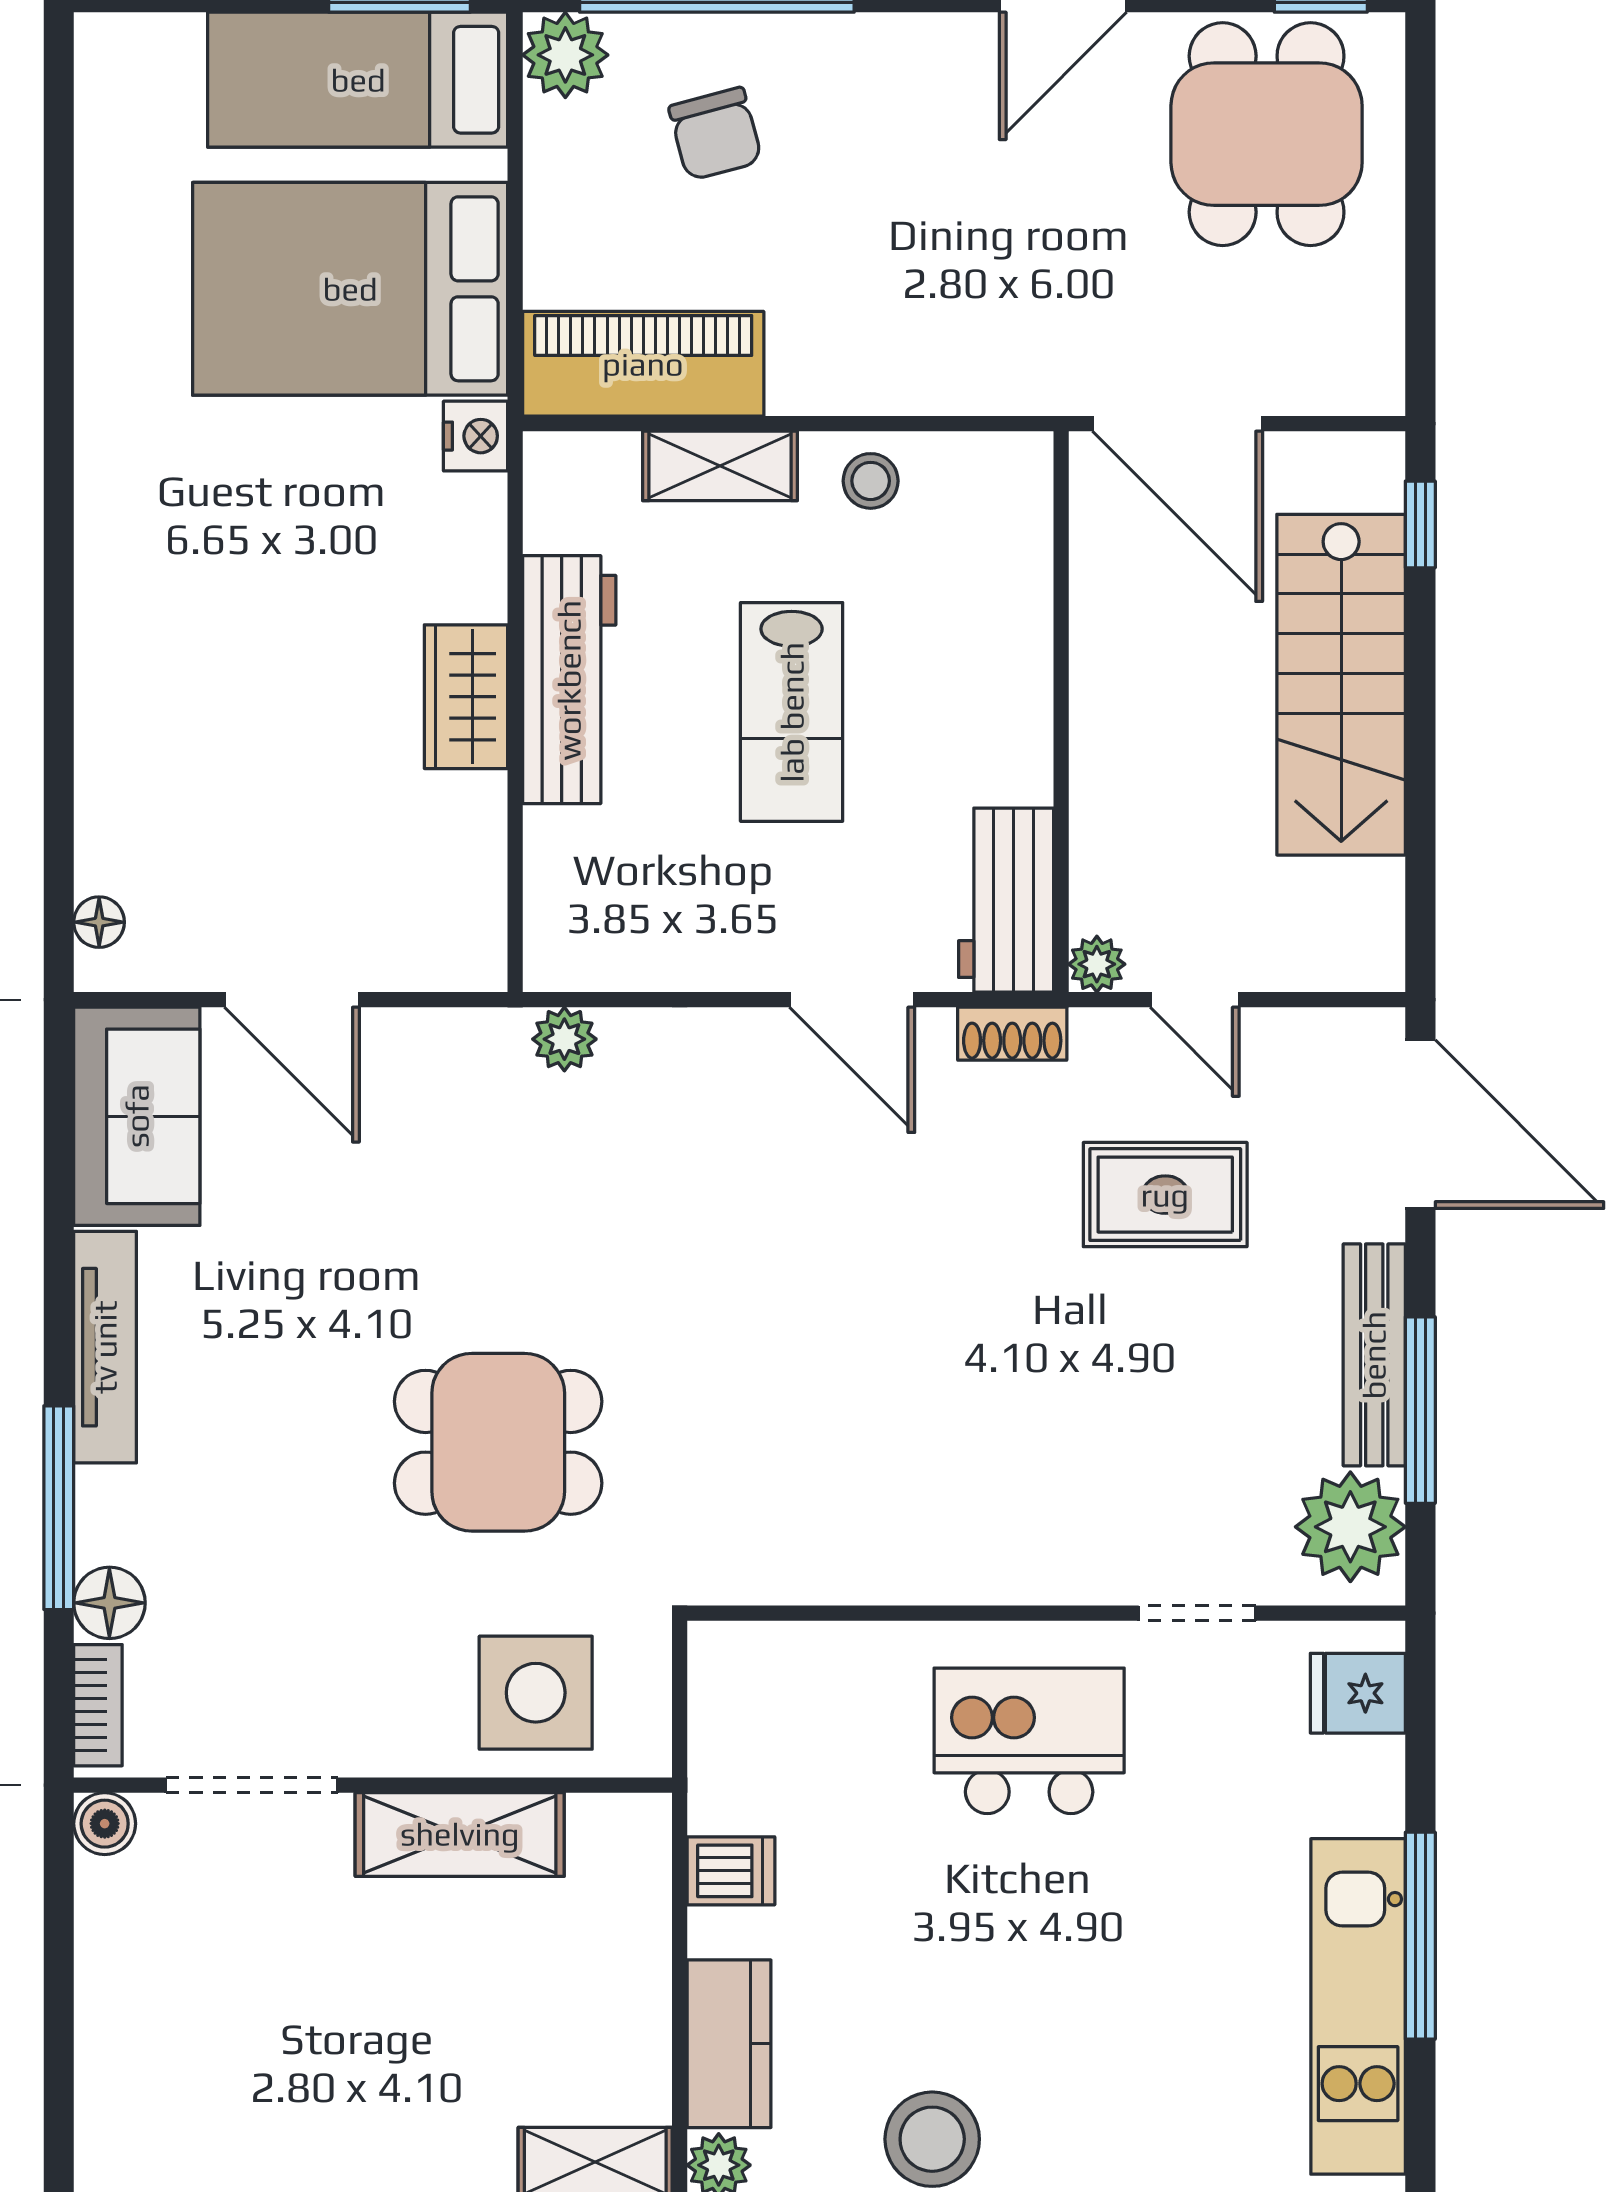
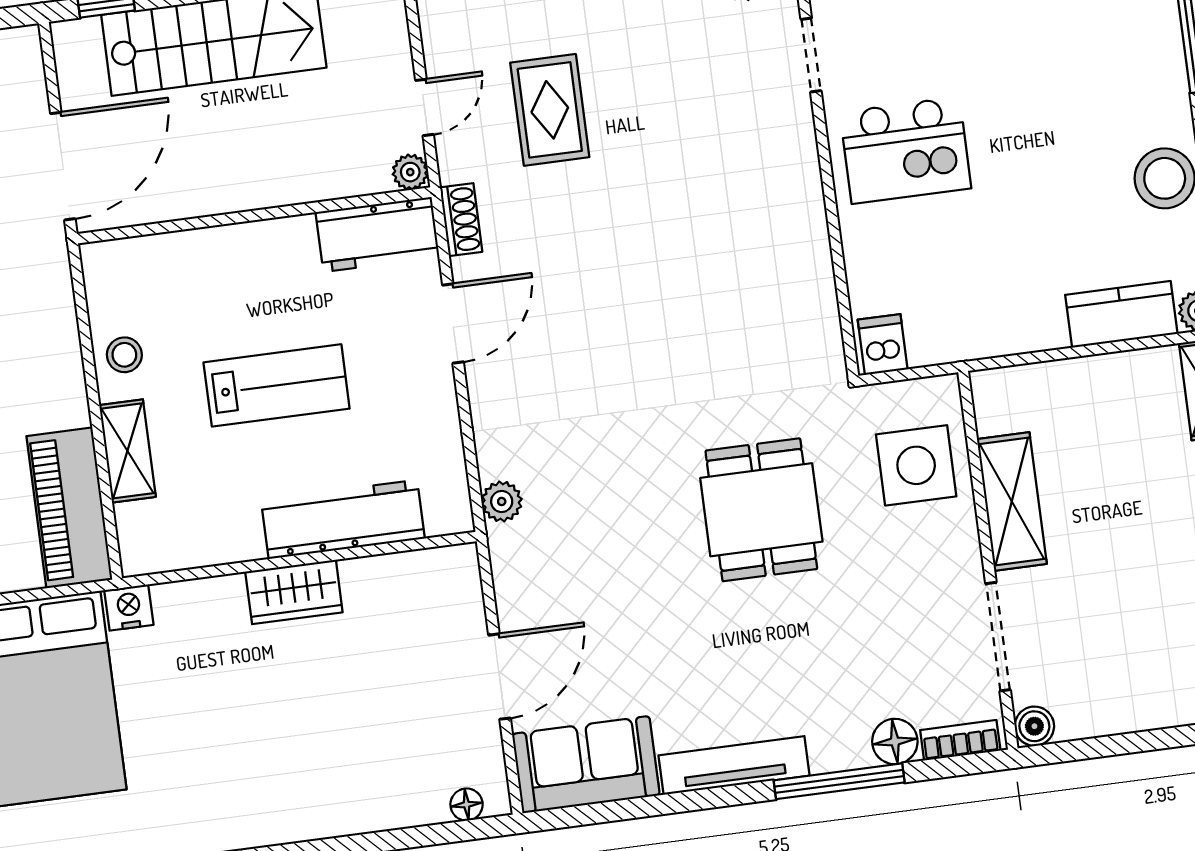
workbench: (569, 680) -> (343, 519), moved
kitchen island: (1029, 1741) -> (905, 150), turned -90
dishwasher: (731, 1871) -> (883, 345), moved

